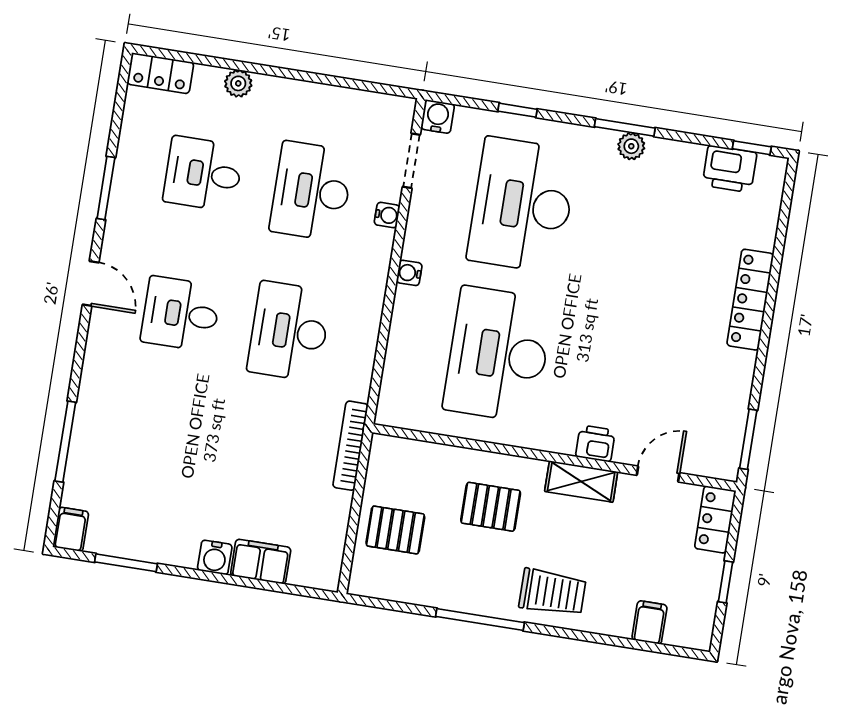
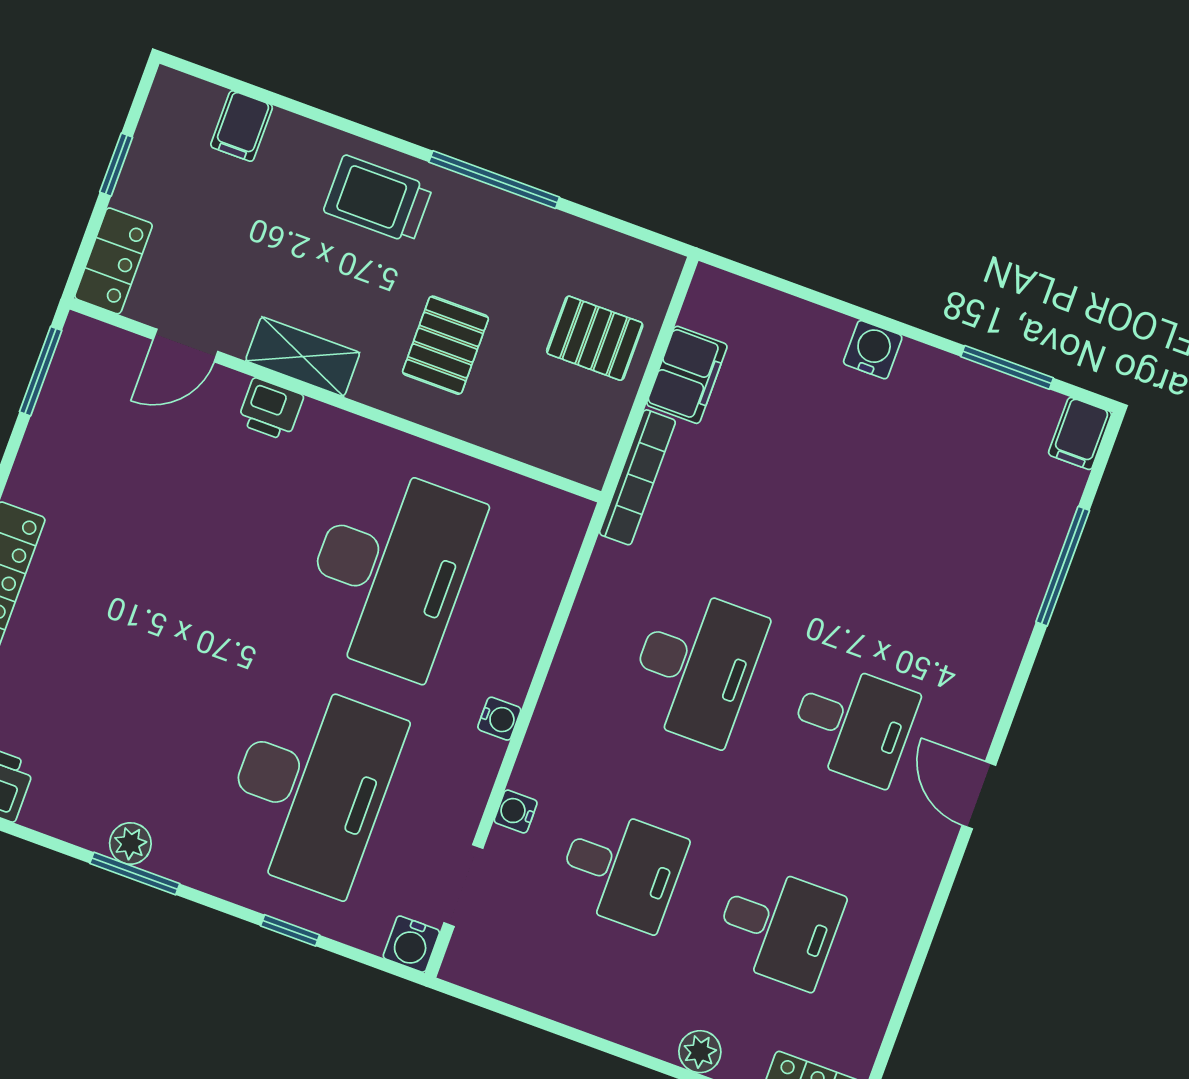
window: (106, 188) -> (928, 934), removed
desk: (312, 191) -> (622, 869), width x0.73
pallet: (491, 507) -> (445, 345), turned 90
filing cabinet: (261, 562) -> (687, 375), moved, turned -90

